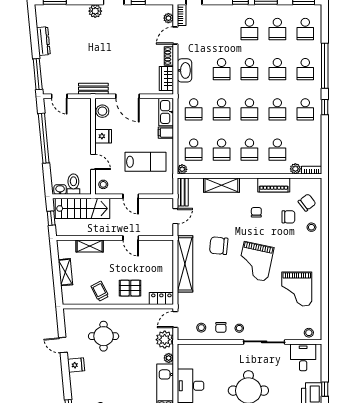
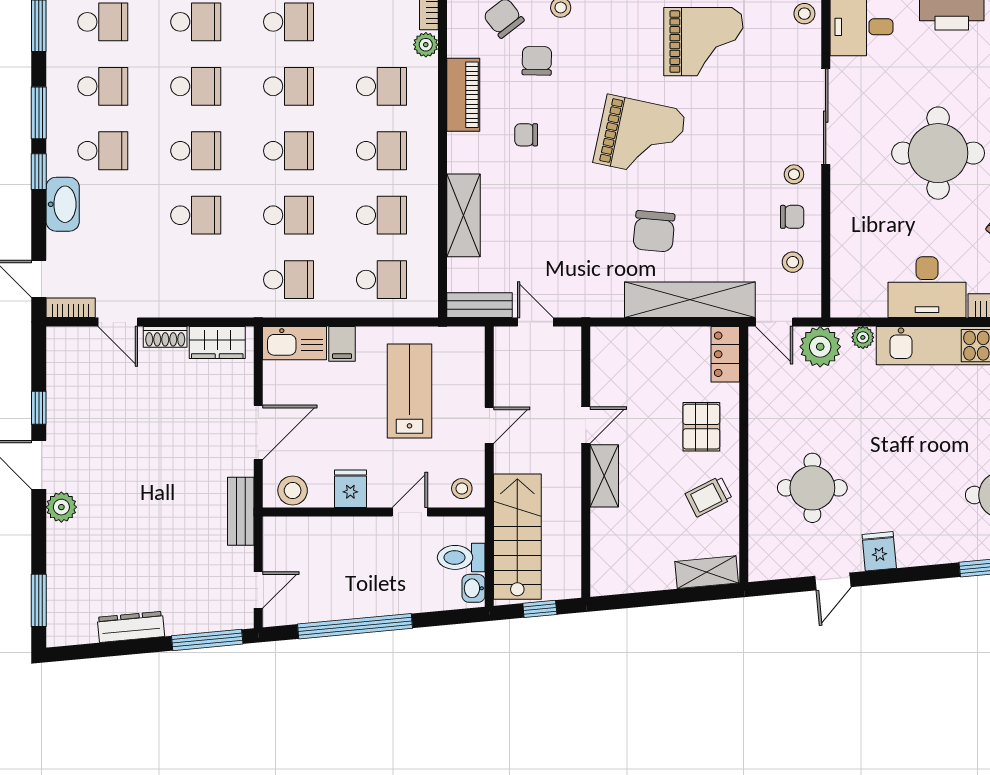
plant: (168, 18) -> (78, 338), removed
washbasin: (184, 70) -> (63, 204), moved, turned 90
plant: (182, 169) -> (427, 306), removed
shelving: (90, 246) -> (604, 476), moved
chair: (219, 246) -> (654, 231), moved
shelving: (185, 264) -> (690, 300), moved
shelving: (65, 272) -> (707, 572), moved

